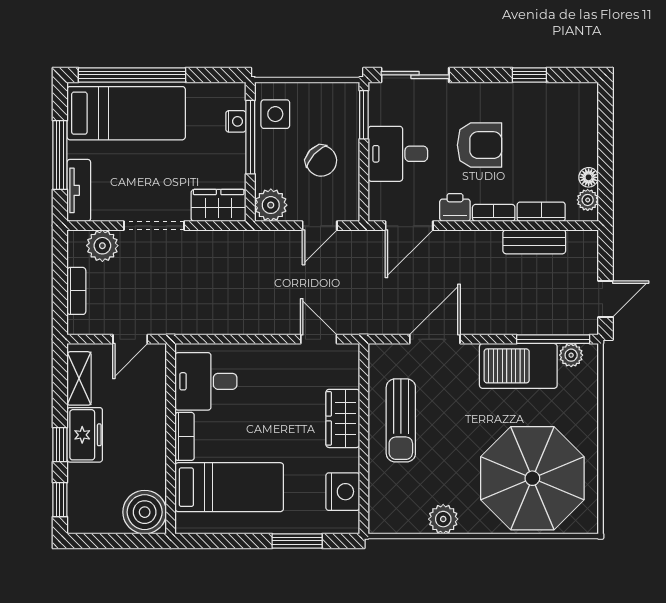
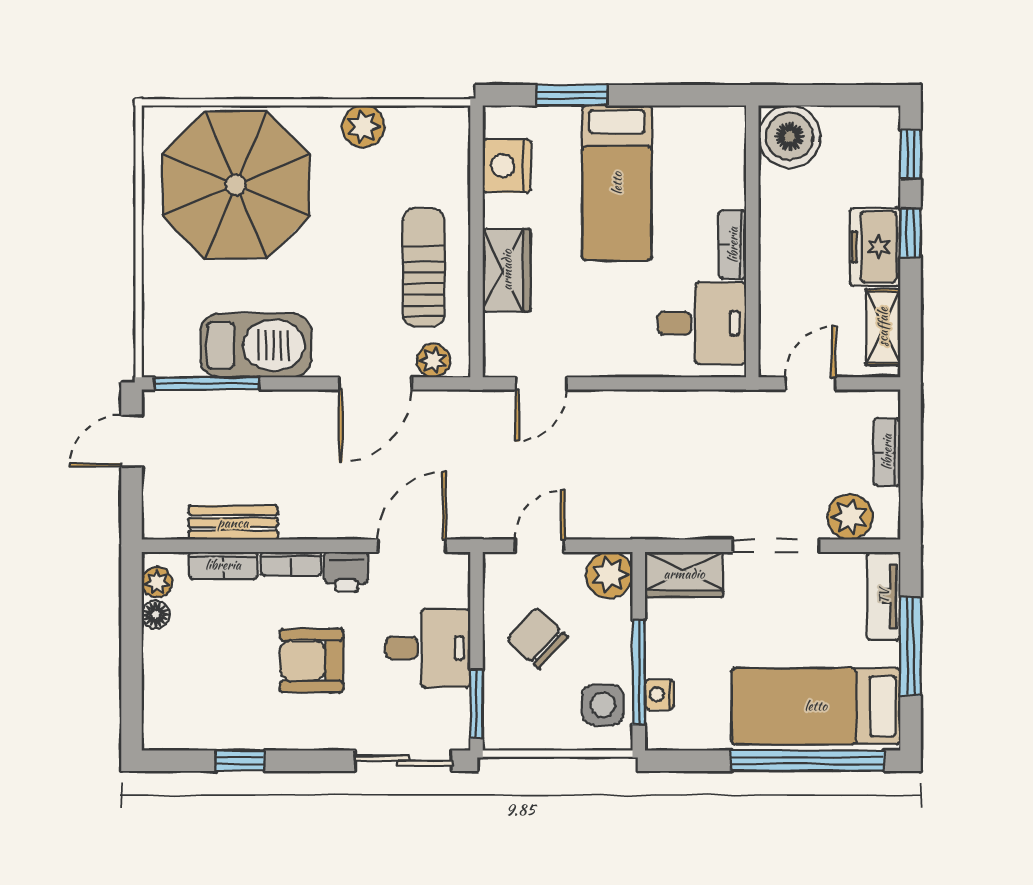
door: (319, 339) -> (541, 383), hinge flipped
plant: (571, 355) -> (433, 361), moved
bed: (229, 487) -> (617, 183), moved, turned -90

